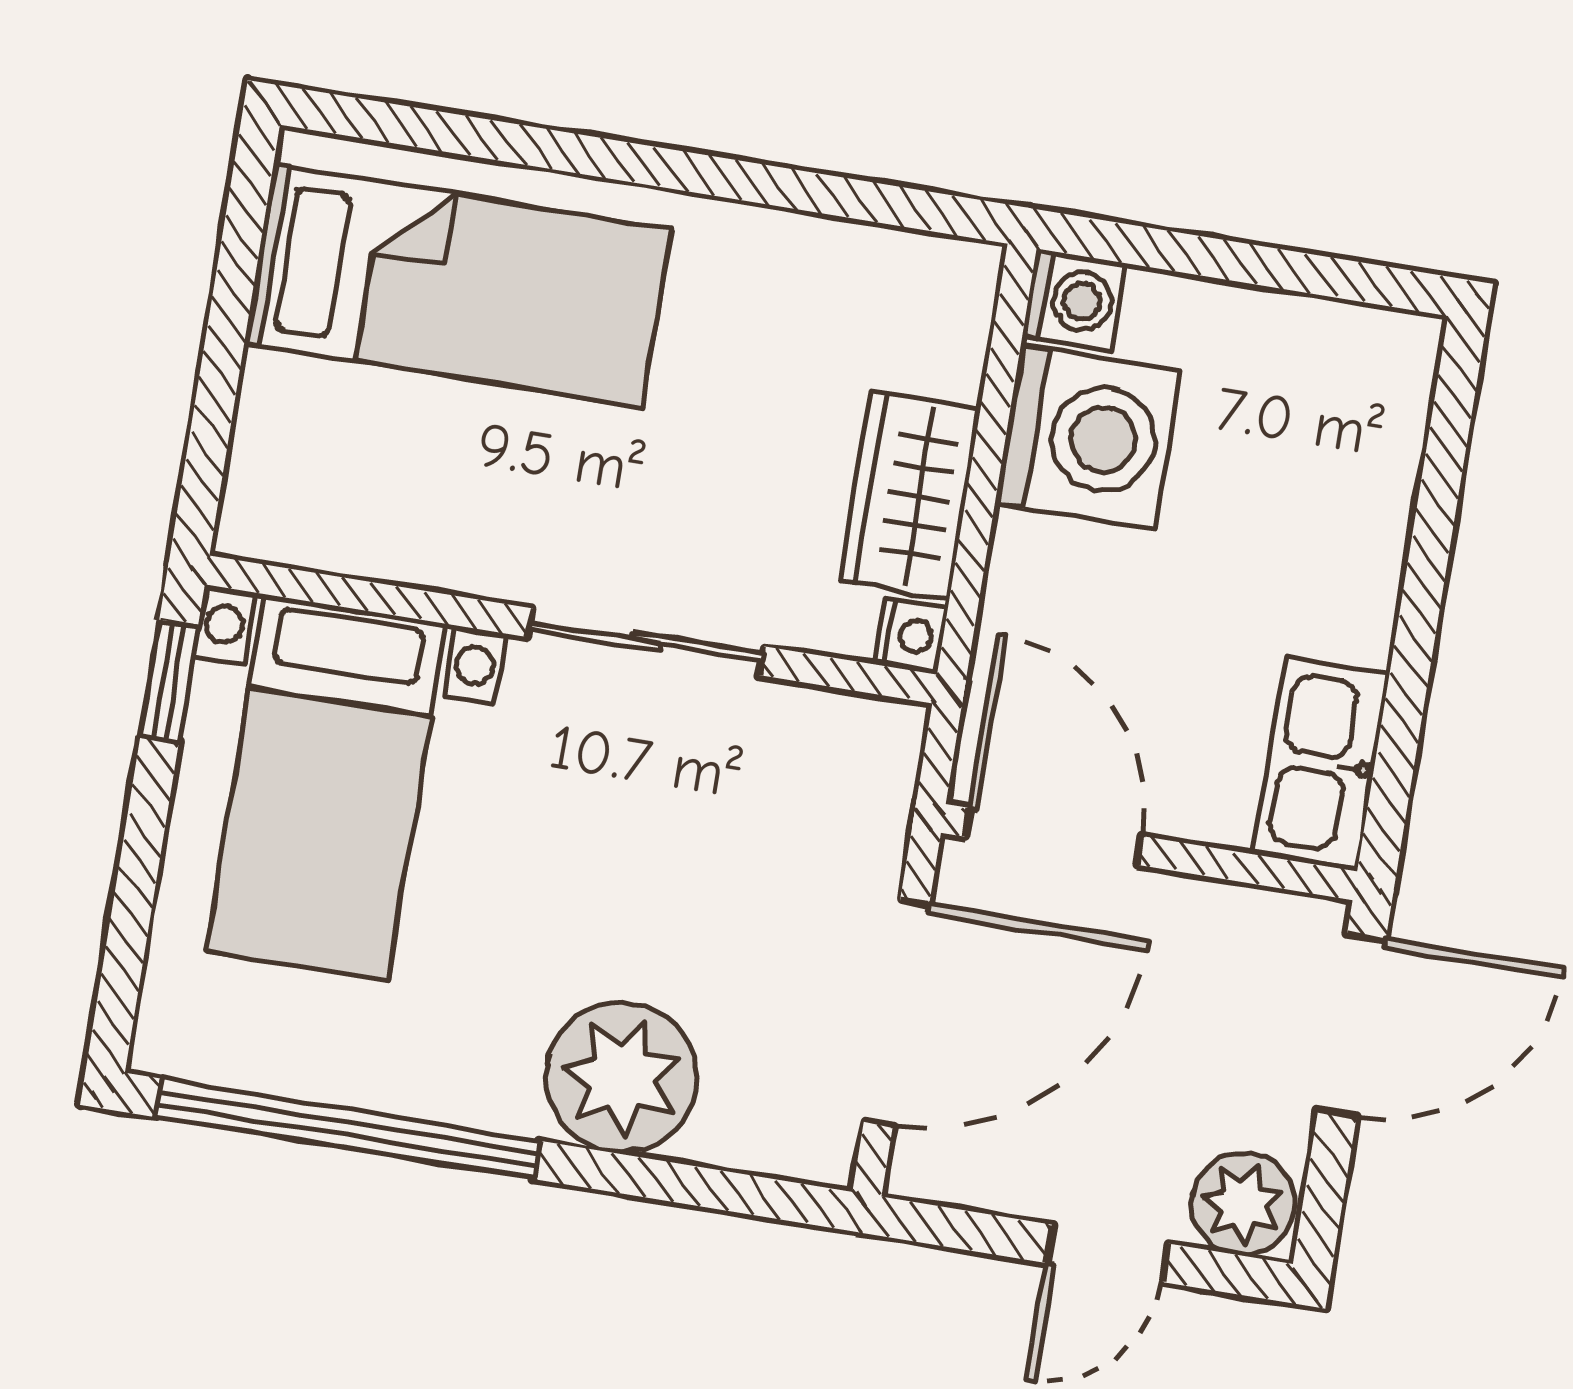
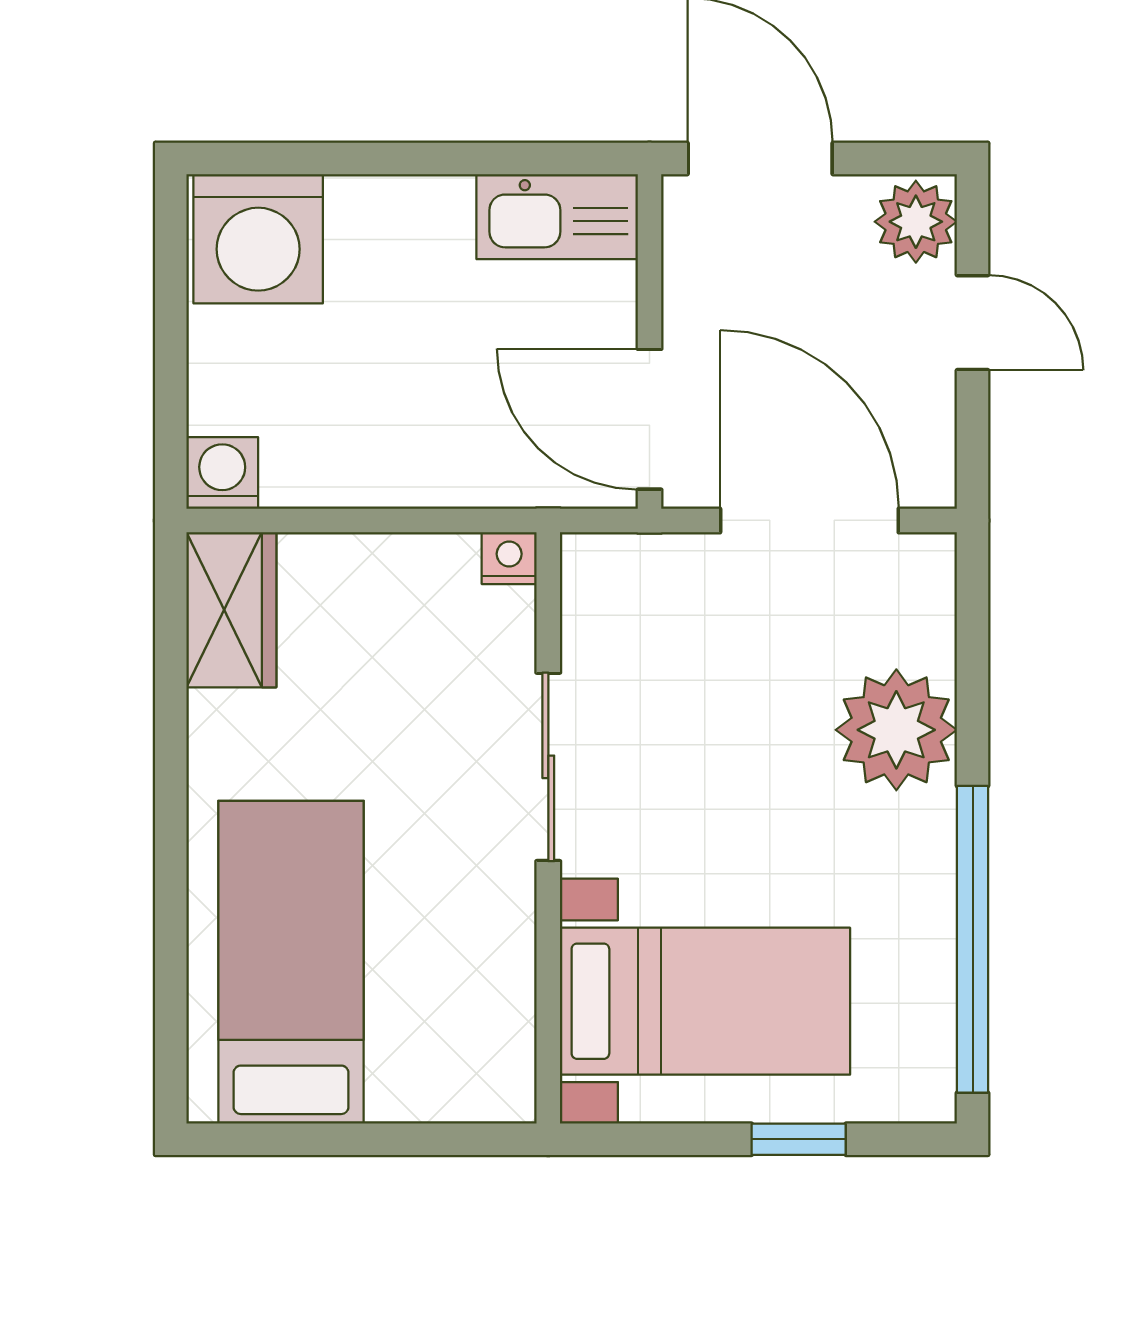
washing machine: (1087, 437) -> (258, 239), moved, turned 180
wardrobe: (910, 495) -> (231, 610), moved, turned -90
window: (169, 681) -> (799, 1139), moved
door: (1053, 836) -> (649, 419), hinge flipped

